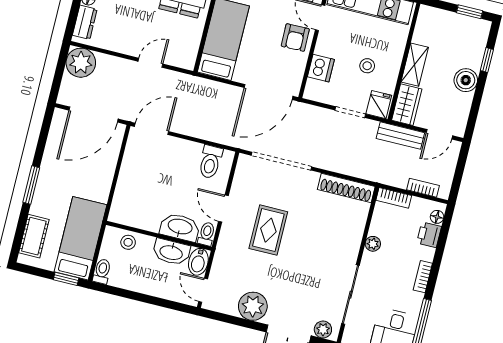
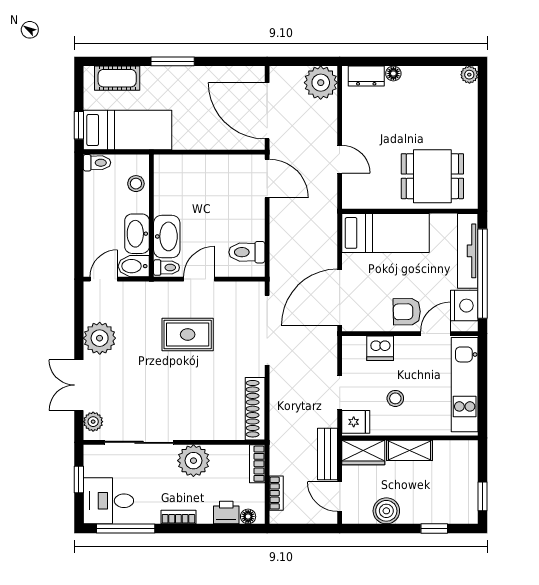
boiler: (466, 80) -> (386, 511), moved
door: (269, 92) -> (340, 297), hinge flipped
plant: (373, 244) -> (193, 461), width x1.88, depth x1.88

